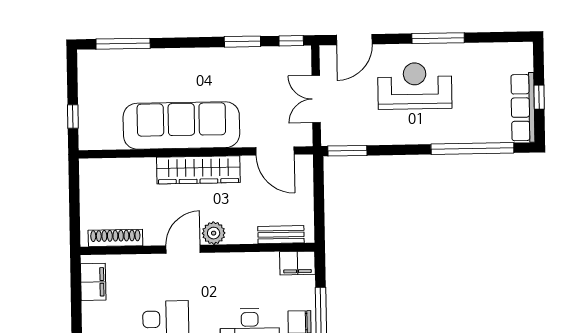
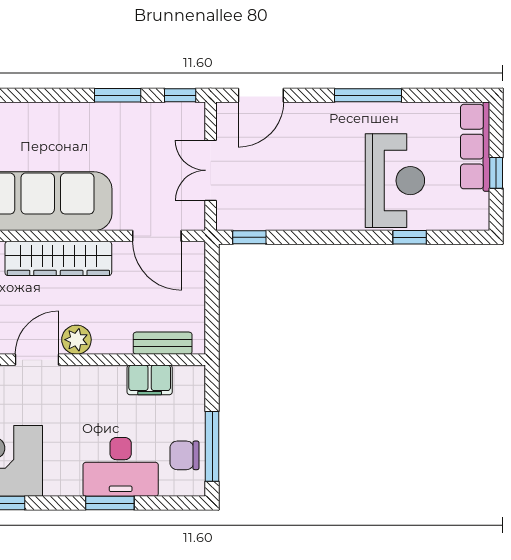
reception desk: (415, 86) -> (395, 181), moved, turned 90
row of seats: (523, 108) -> (475, 147), moved
window: (472, 149) -> (410, 237), width x0.32
window: (347, 151) -> (249, 237), width x0.67
filing cabinet: (297, 263) -> (150, 380), moved

